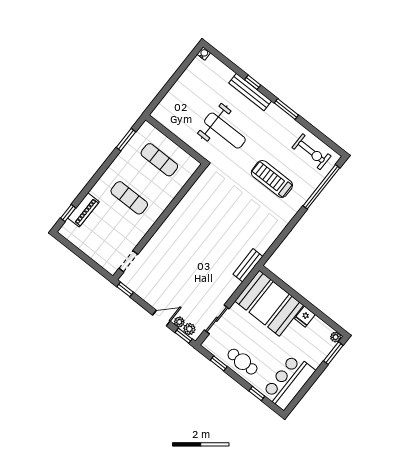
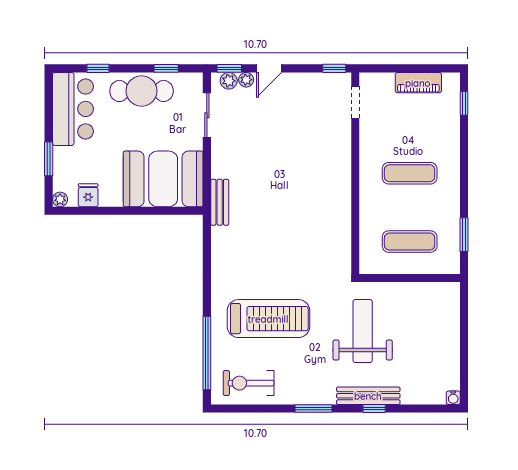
weight bench: (225, 131) -> (363, 331), turned 90
treadmill: (272, 179) -> (268, 319), width x1.37, depth x1.38
piano: (83, 210) -> (418, 83), moved, turned -90
fridge: (305, 317) -> (88, 195), moved
window: (333, 353) -> (49, 159), moved
cafe table: (242, 362) -> (142, 91), width x1.37, depth x1.35

